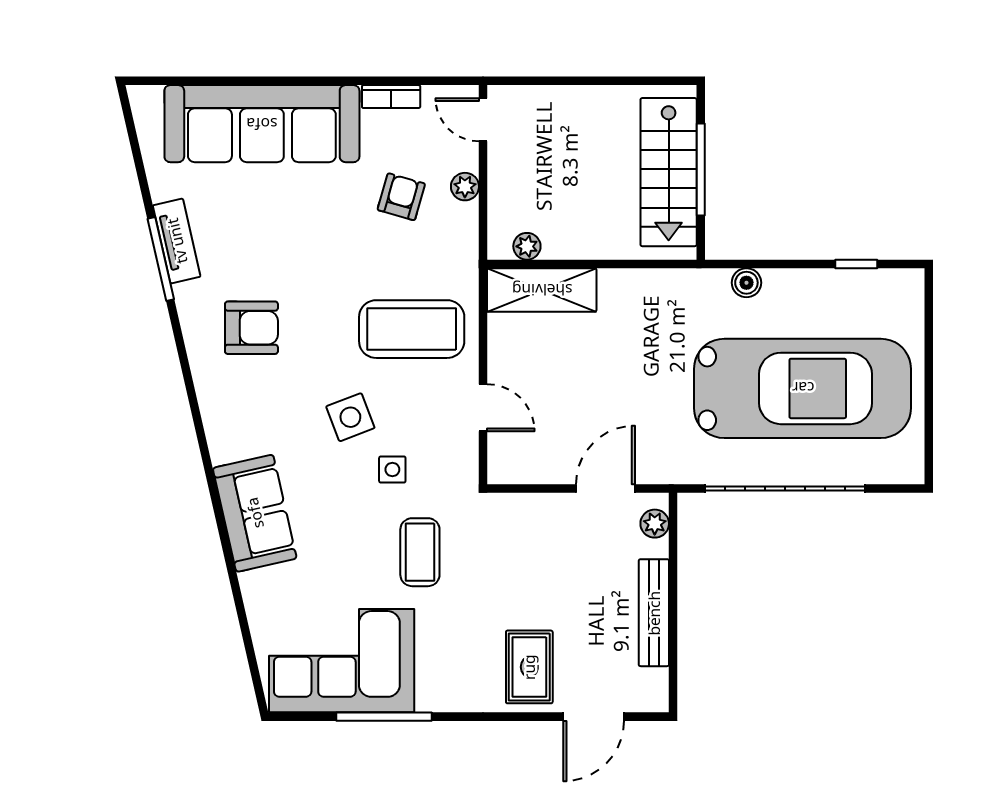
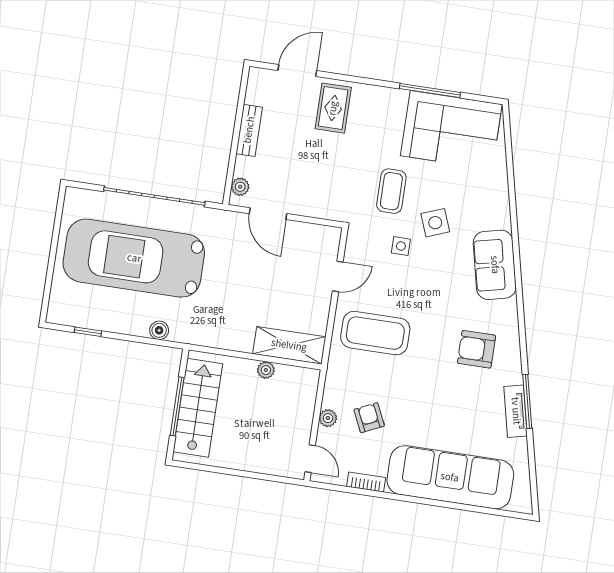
armchair: (401, 197) -> (369, 418), turned 139
plant: (527, 246) -> (266, 370), moved
door: (483, 408) -> (338, 276), swing flipped
side table: (350, 417) -> (435, 223), moved
door: (605, 489) -> (268, 214), hinge flipped
sofa: (255, 513) -> (495, 265), moved
bench: (654, 613) -> (249, 130), width x0.73

